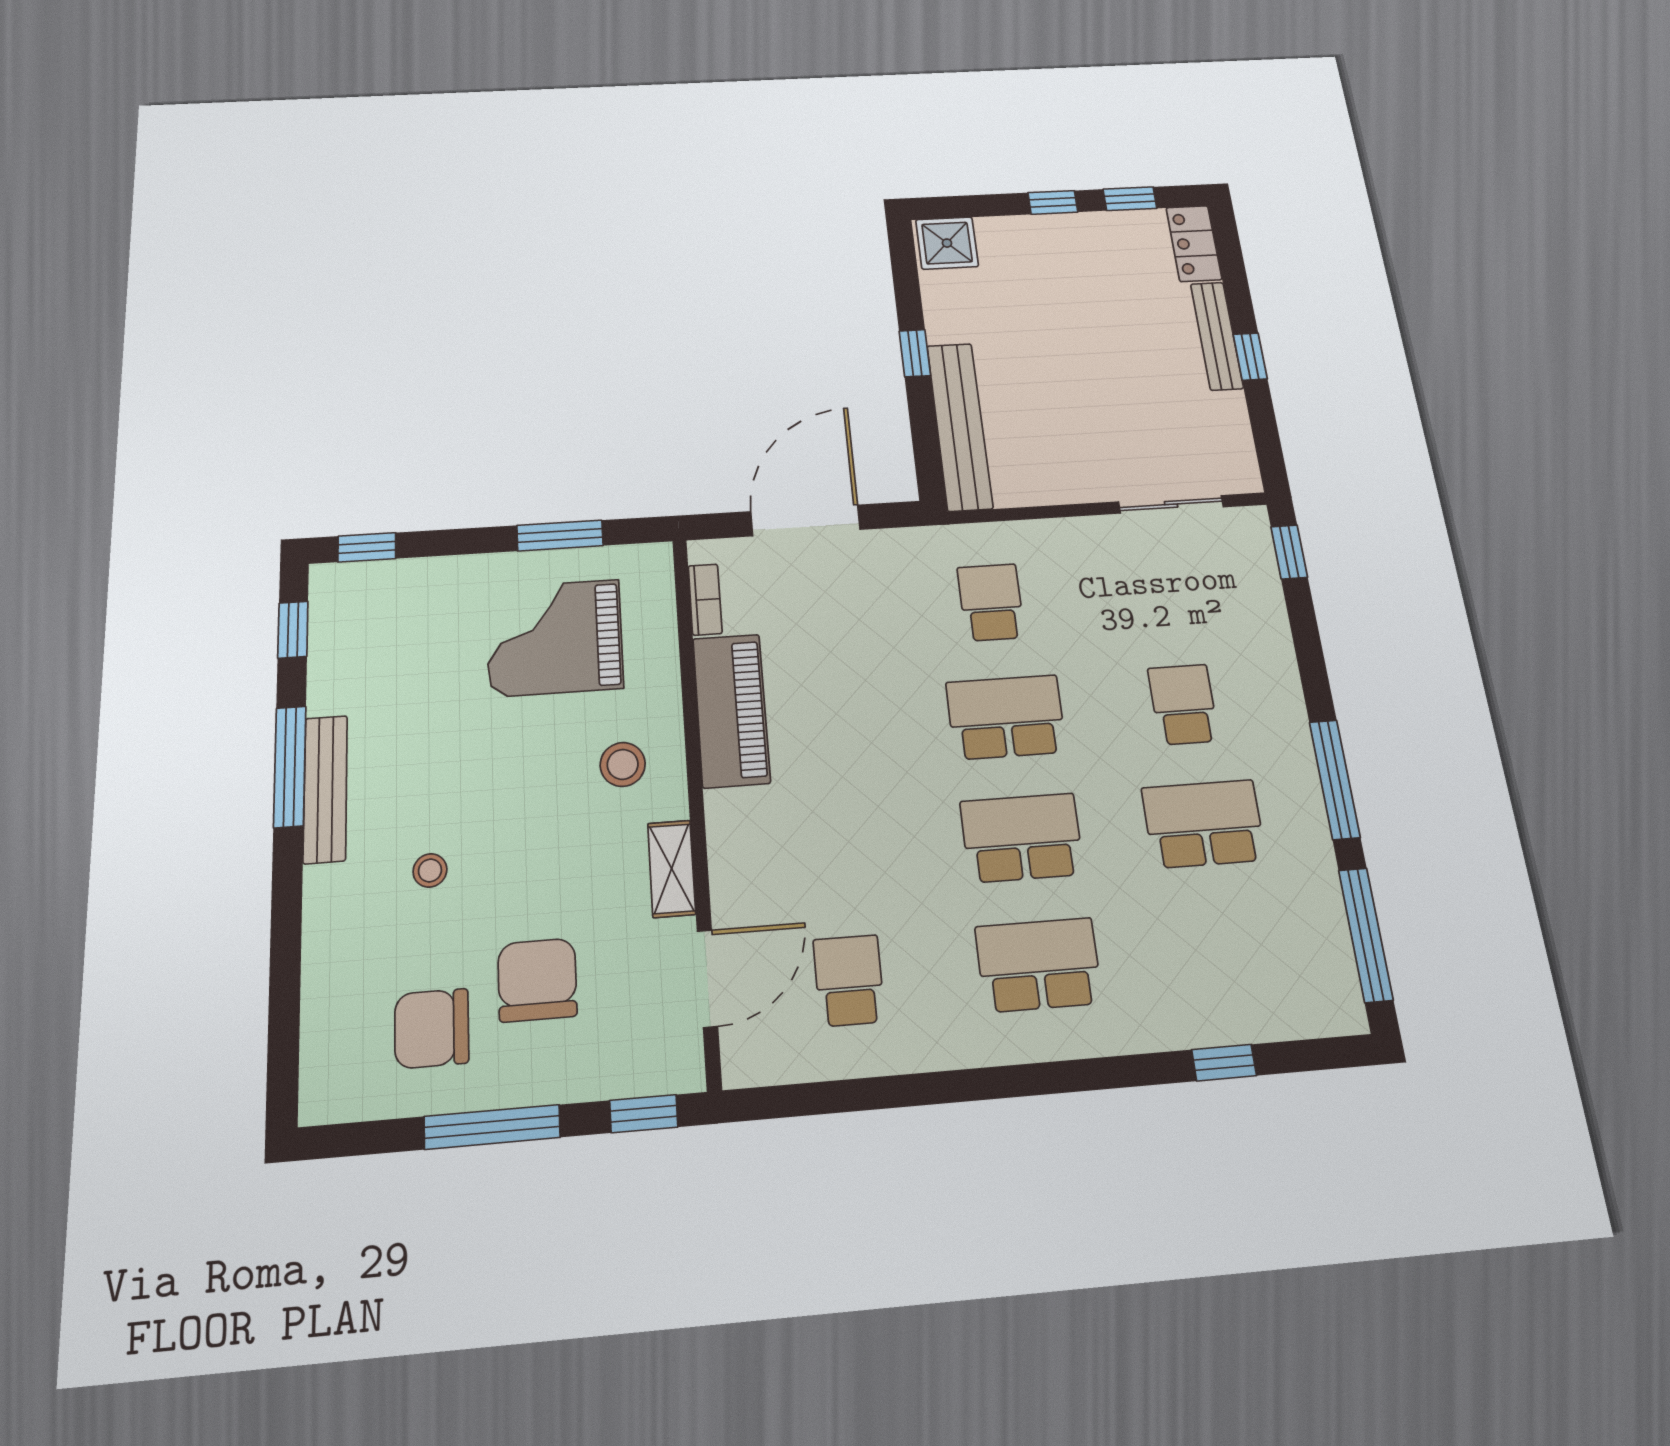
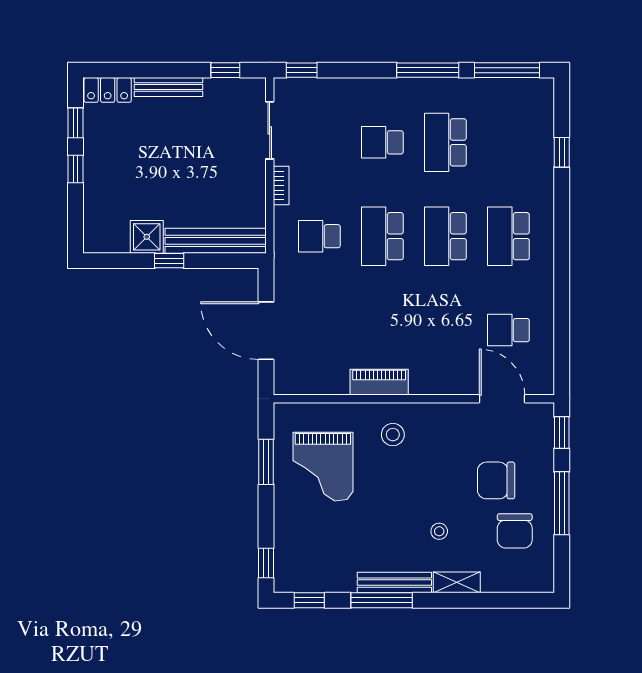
shower: (947, 243) -> (147, 237), moved
window: (1250, 357) -> (225, 70), moved
bookcase: (705, 599) -> (281, 186), moved, turned 90
piano: (731, 710) -> (379, 382), width x0.73, depth x0.75
shelving: (672, 869) -> (457, 582), moved

